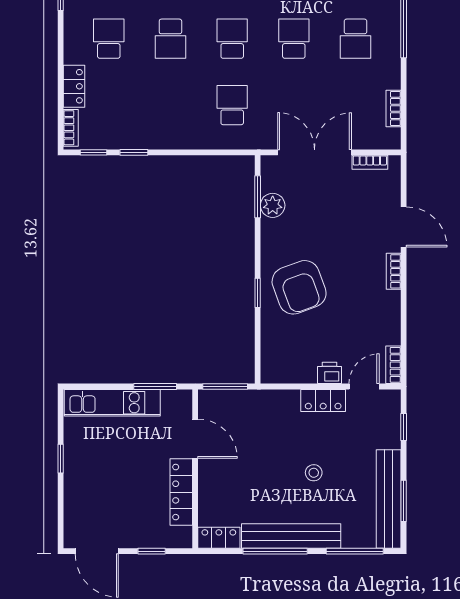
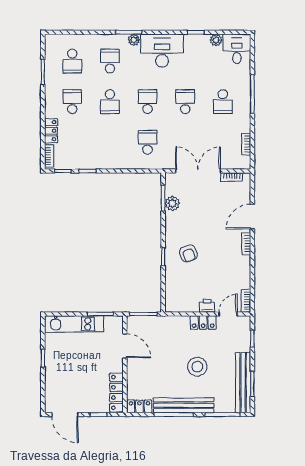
door: (404, 227) -> (252, 217), swing flipped
armchair: (299, 287) -> (188, 253), width x0.53, depth x0.53
stool: (314, 473) -> (197, 367), width x1.89, depth x1.89
locker: (181, 492) -> (116, 392), moved

